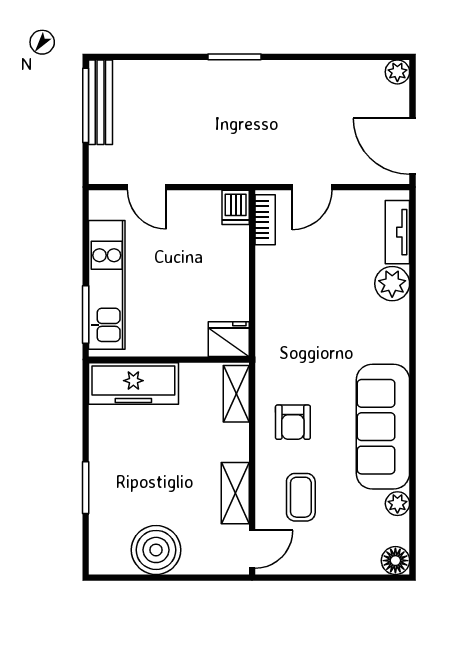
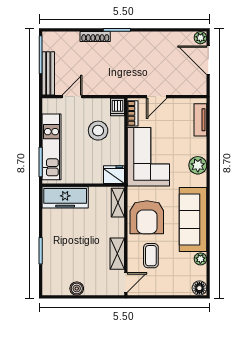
shoe rack: (192, 70) -> (95, 37), added
bench: (100, 102) -> (48, 73), moved
door: (413, 146) -> (208, 60), moved
door: (147, 187) -> (72, 97), swing flipped
stool: (198, 253) -> (98, 131), added
plant: (392, 284) -> (198, 165), moved
corner sofa: (296, 304) -> (148, 157), added
armchair: (293, 422) -> (147, 217), width x1.88, depth x1.88
boiler: (156, 550) -> (77, 289), width x0.54, depth x0.54

